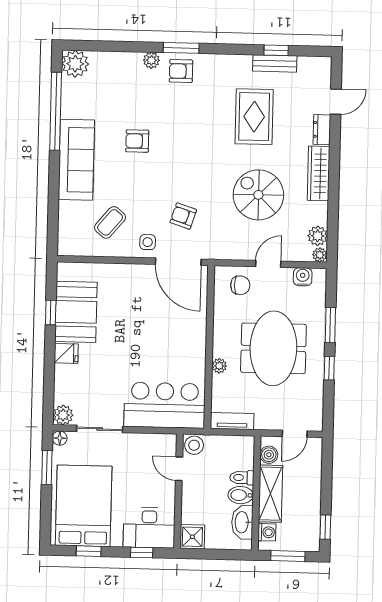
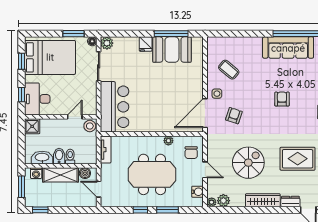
armchair: (137, 141) -> (282, 99), moved
sofa: (76, 160) -> (288, 48), moved
window: (51, 313) -> (171, 34), width x2.17
plant: (219, 366) -> (168, 141), moved

